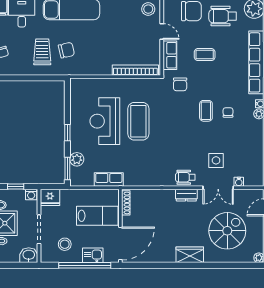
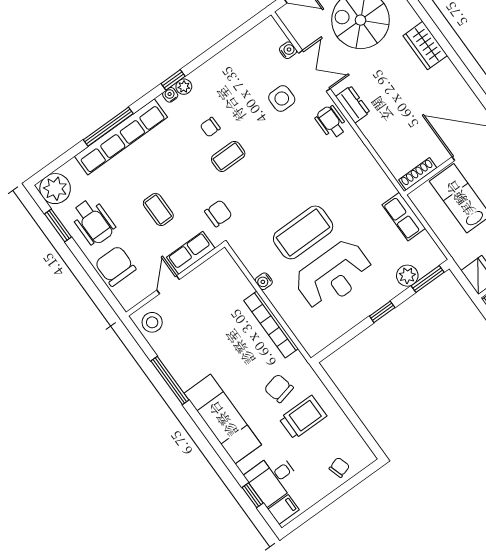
trolley: (42, 52) -> (303, 417), turned 180
bookcase: (135, 70) -> (271, 324), moved
water cooler: (128, 83) -> (264, 281), added
wheelchair: (185, 177) -> (331, 122), turned 180

